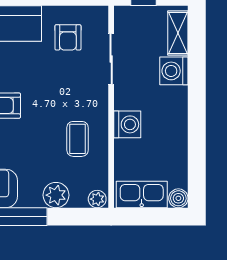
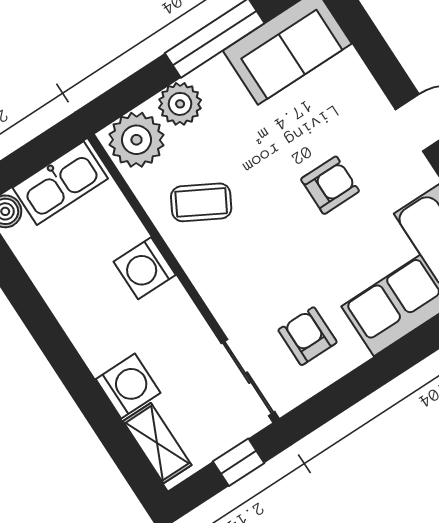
sliding door: (111, 59) -> (248, 378), moved
coffee table: (78, 139) -> (201, 202), turned -61
plant: (97, 199) -> (136, 140), width x1.88, depth x1.88

